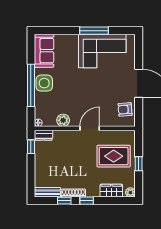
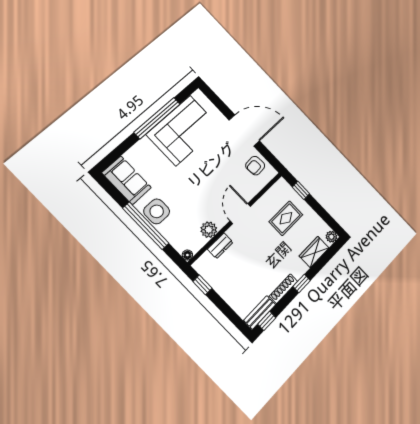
window: (94, 31) -> (157, 118), width x1.46
dresser: (44, 135) -> (220, 246), moved
rug: (114, 156) -> (286, 218), width x0.73, depth x0.70
window: (139, 164) -> (301, 190), moved
window: (64, 201) -> (267, 321), moved

